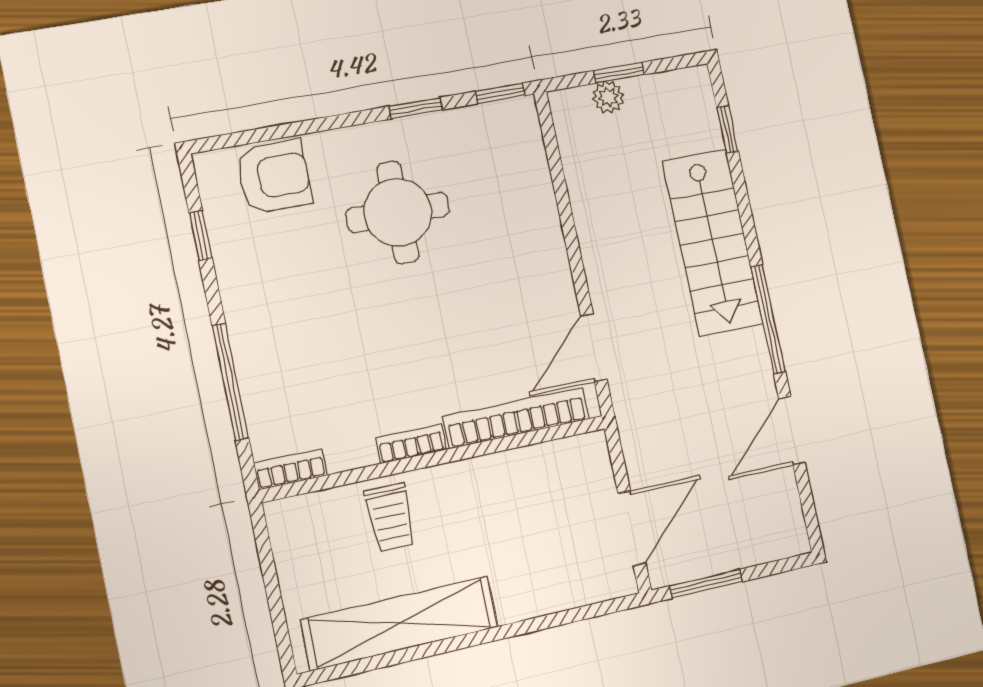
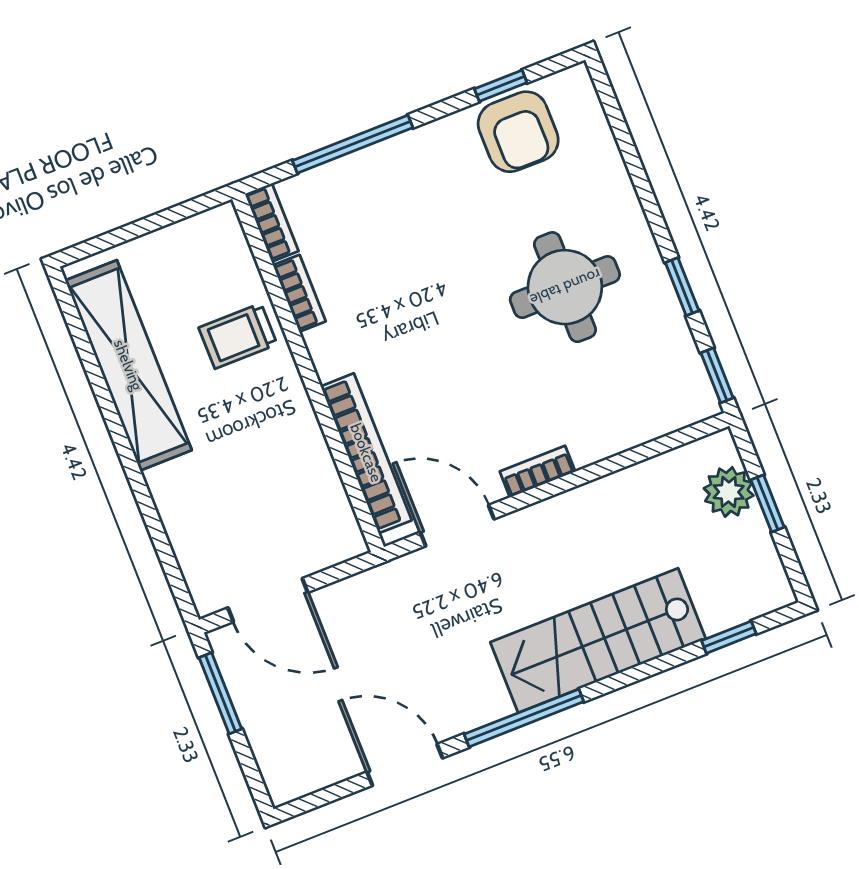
plant: (608, 97) -> (729, 492), width x1.38, depth x1.38
armchair: (274, 177) -> (518, 132), moved
bookcase: (558, 268) -> (537, 472), added
bookcase: (411, 444) -> (299, 293), moved

